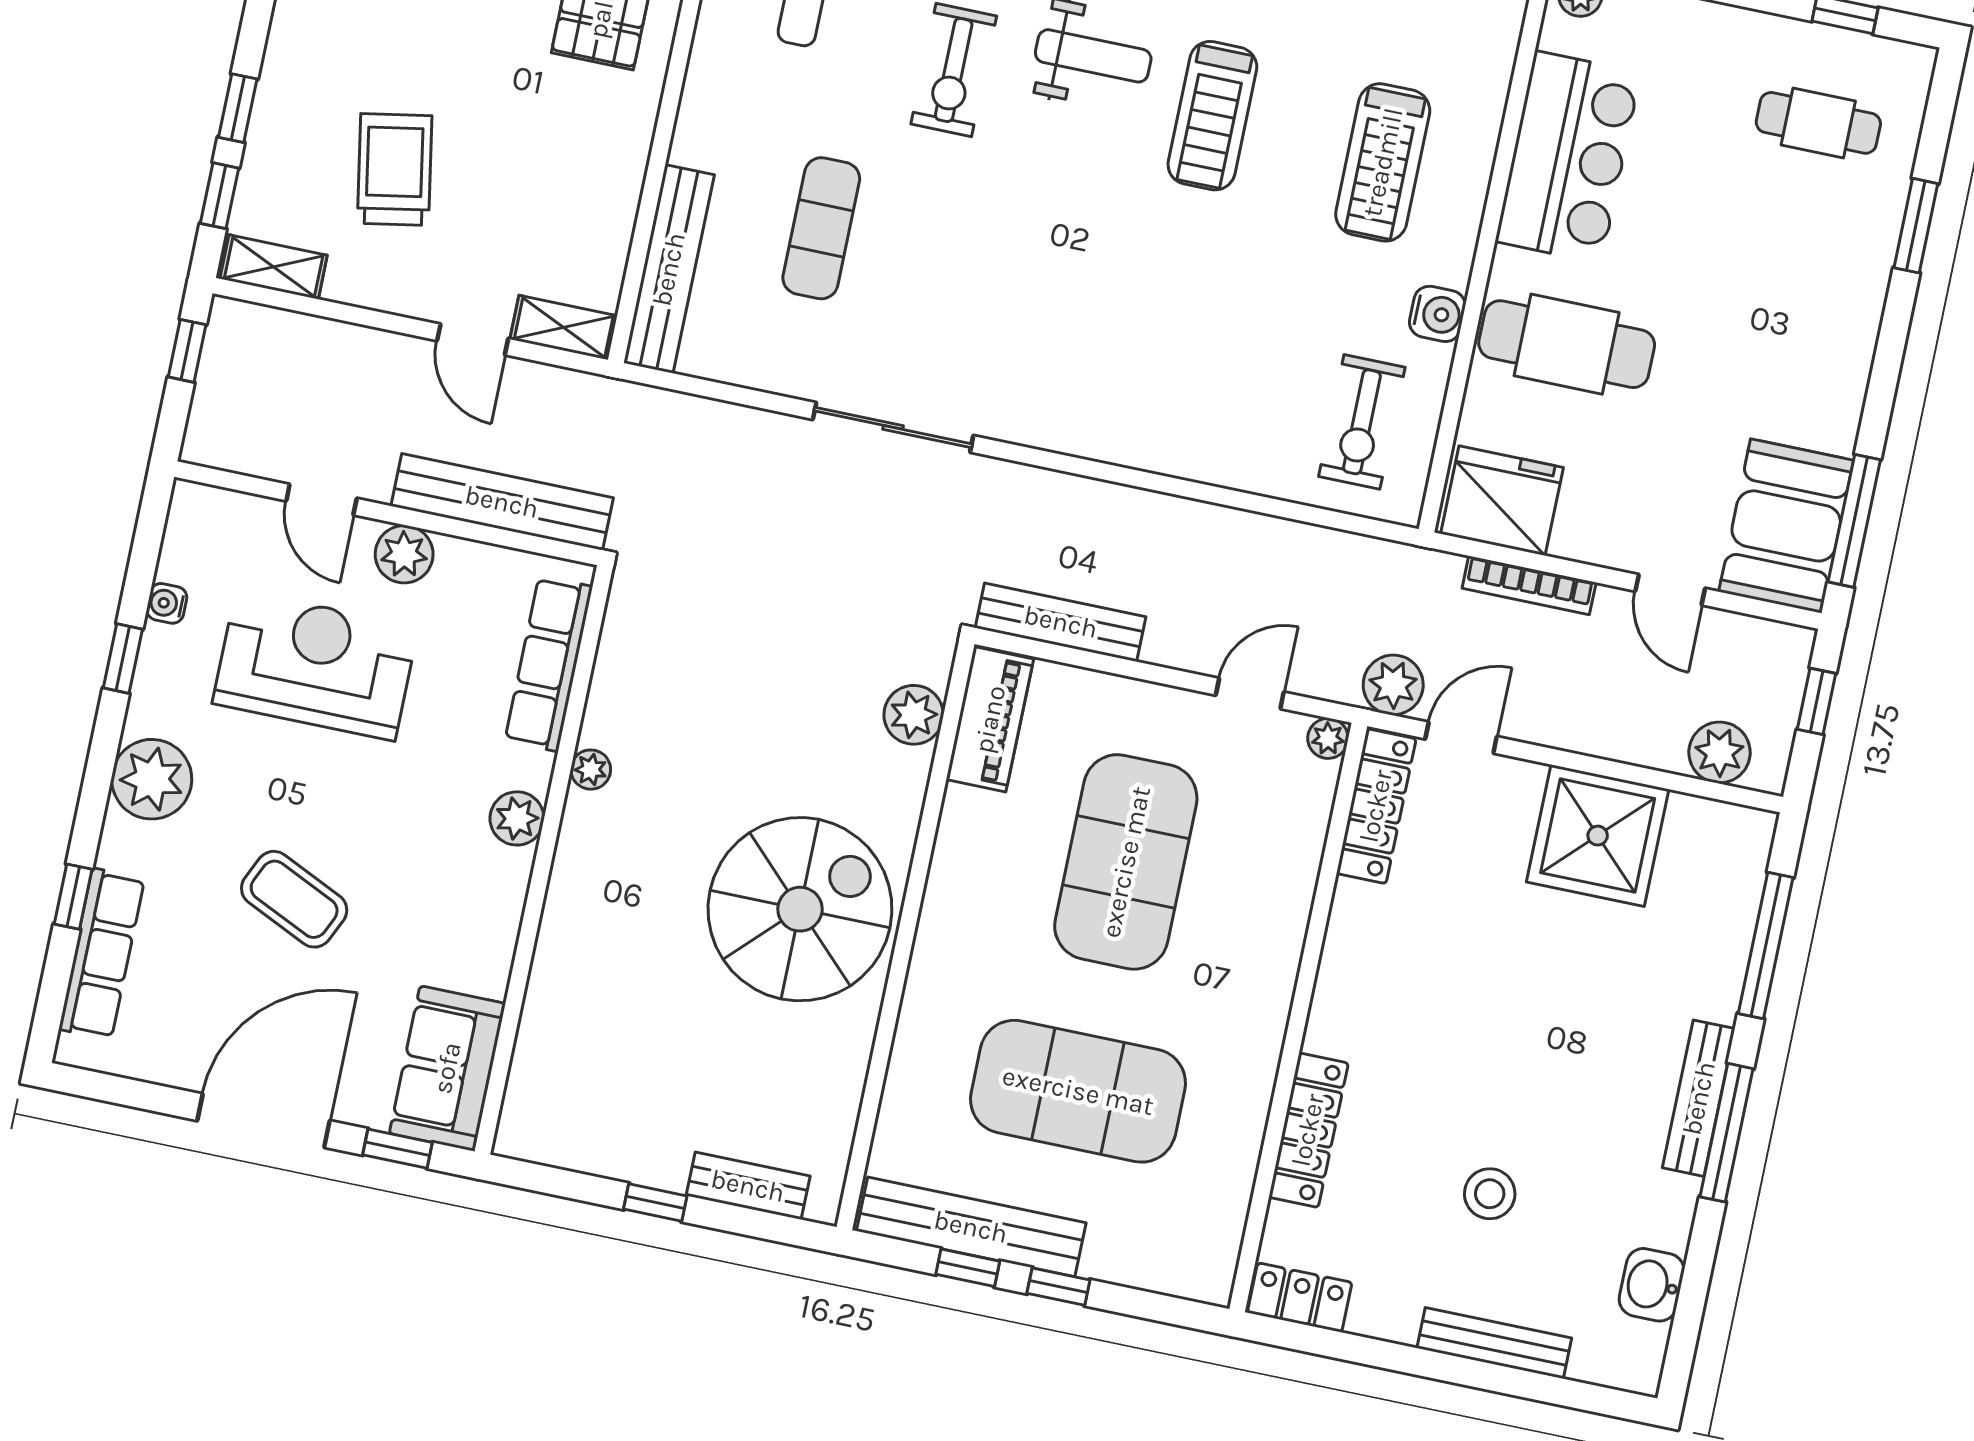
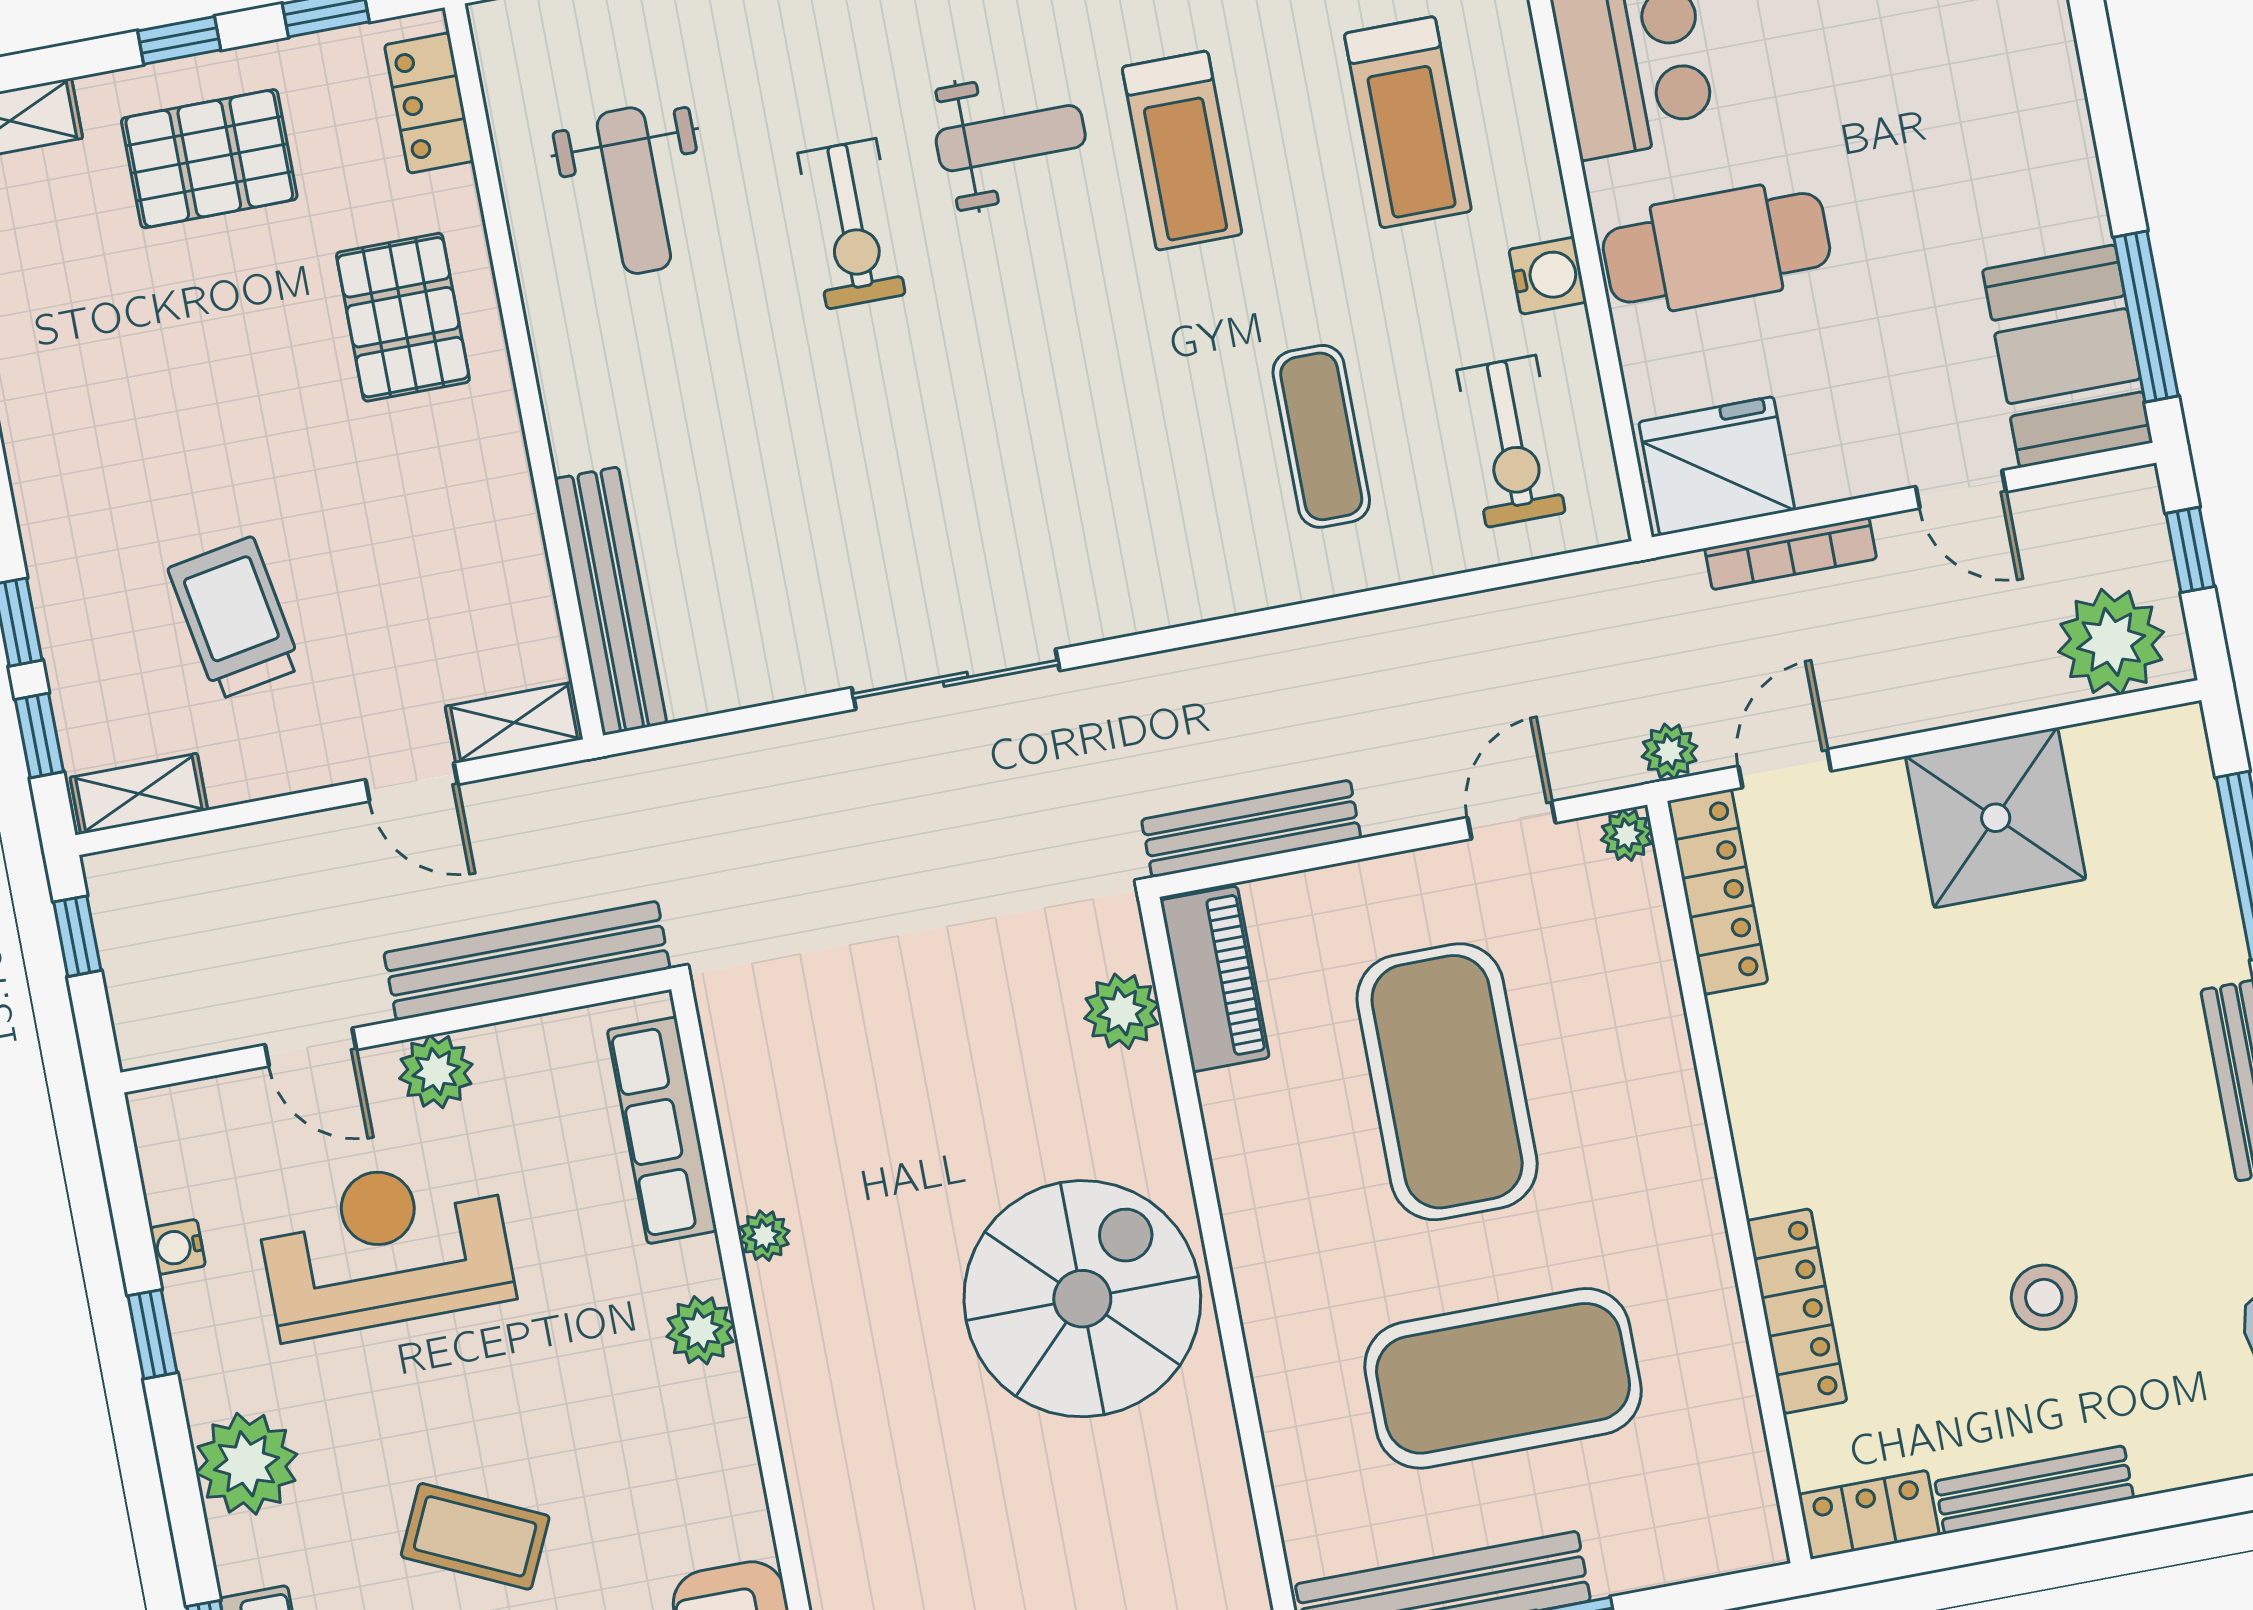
exercise mat: (821, 228) -> (1321, 436), moved
plant: (1393, 685) -> (1670, 751), width x0.73, depth x0.73
plant: (1719, 752) -> (2111, 642), width x1.36, depth x1.36
bench: (1494, 1343) -> (2034, 1490), moved

